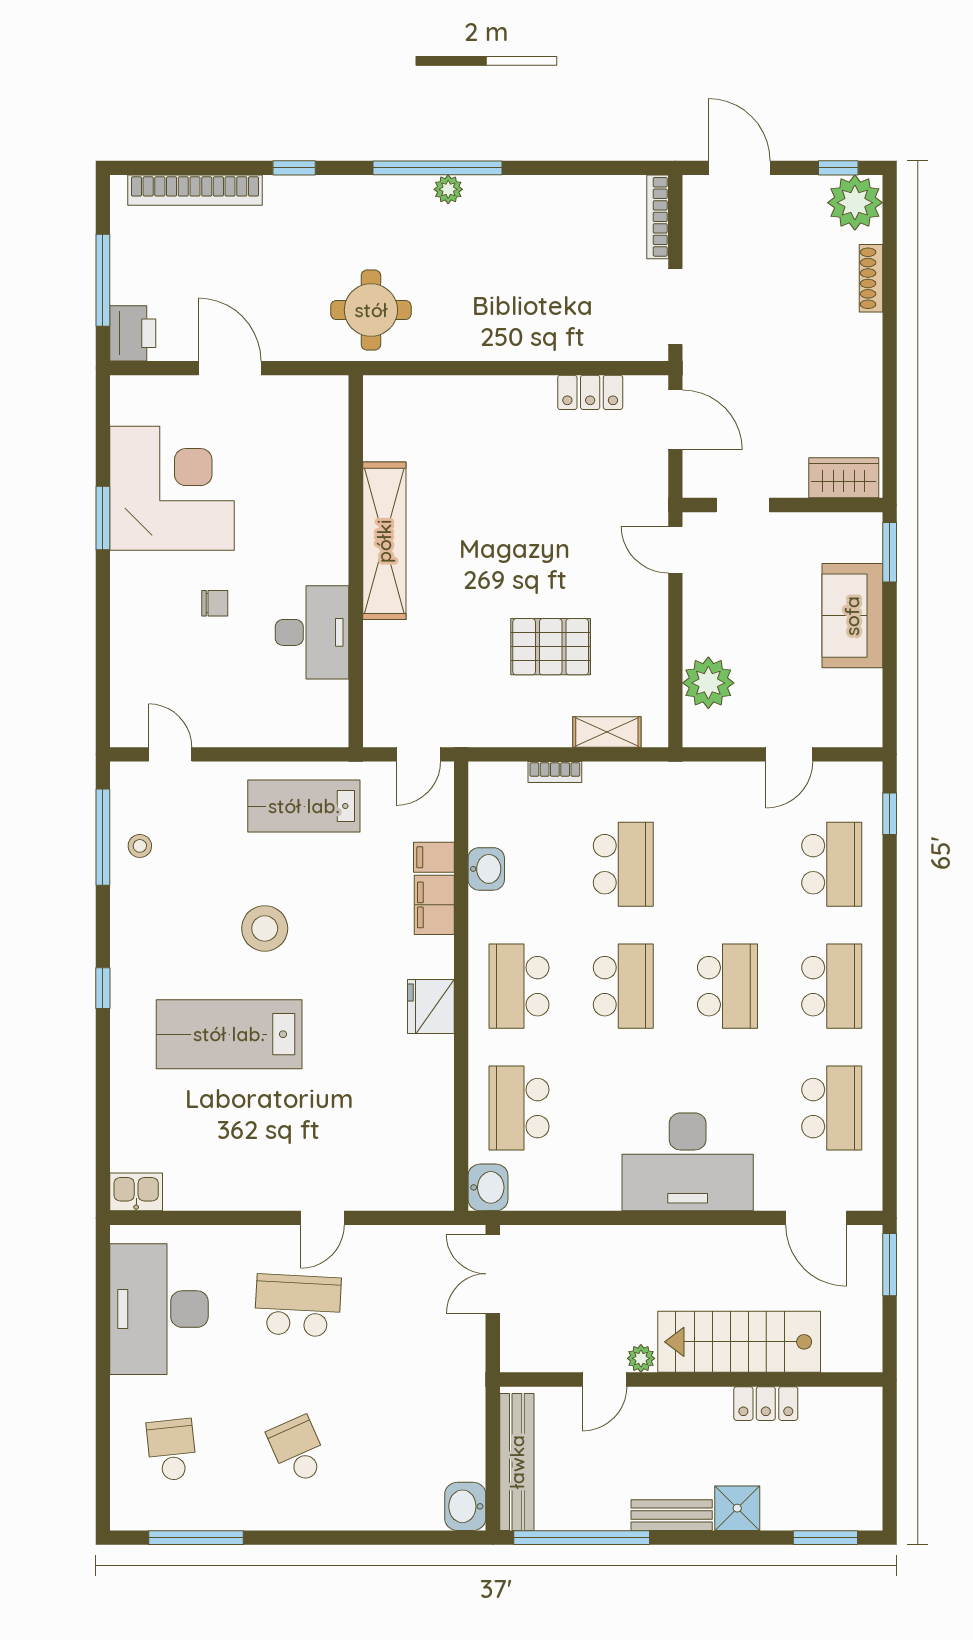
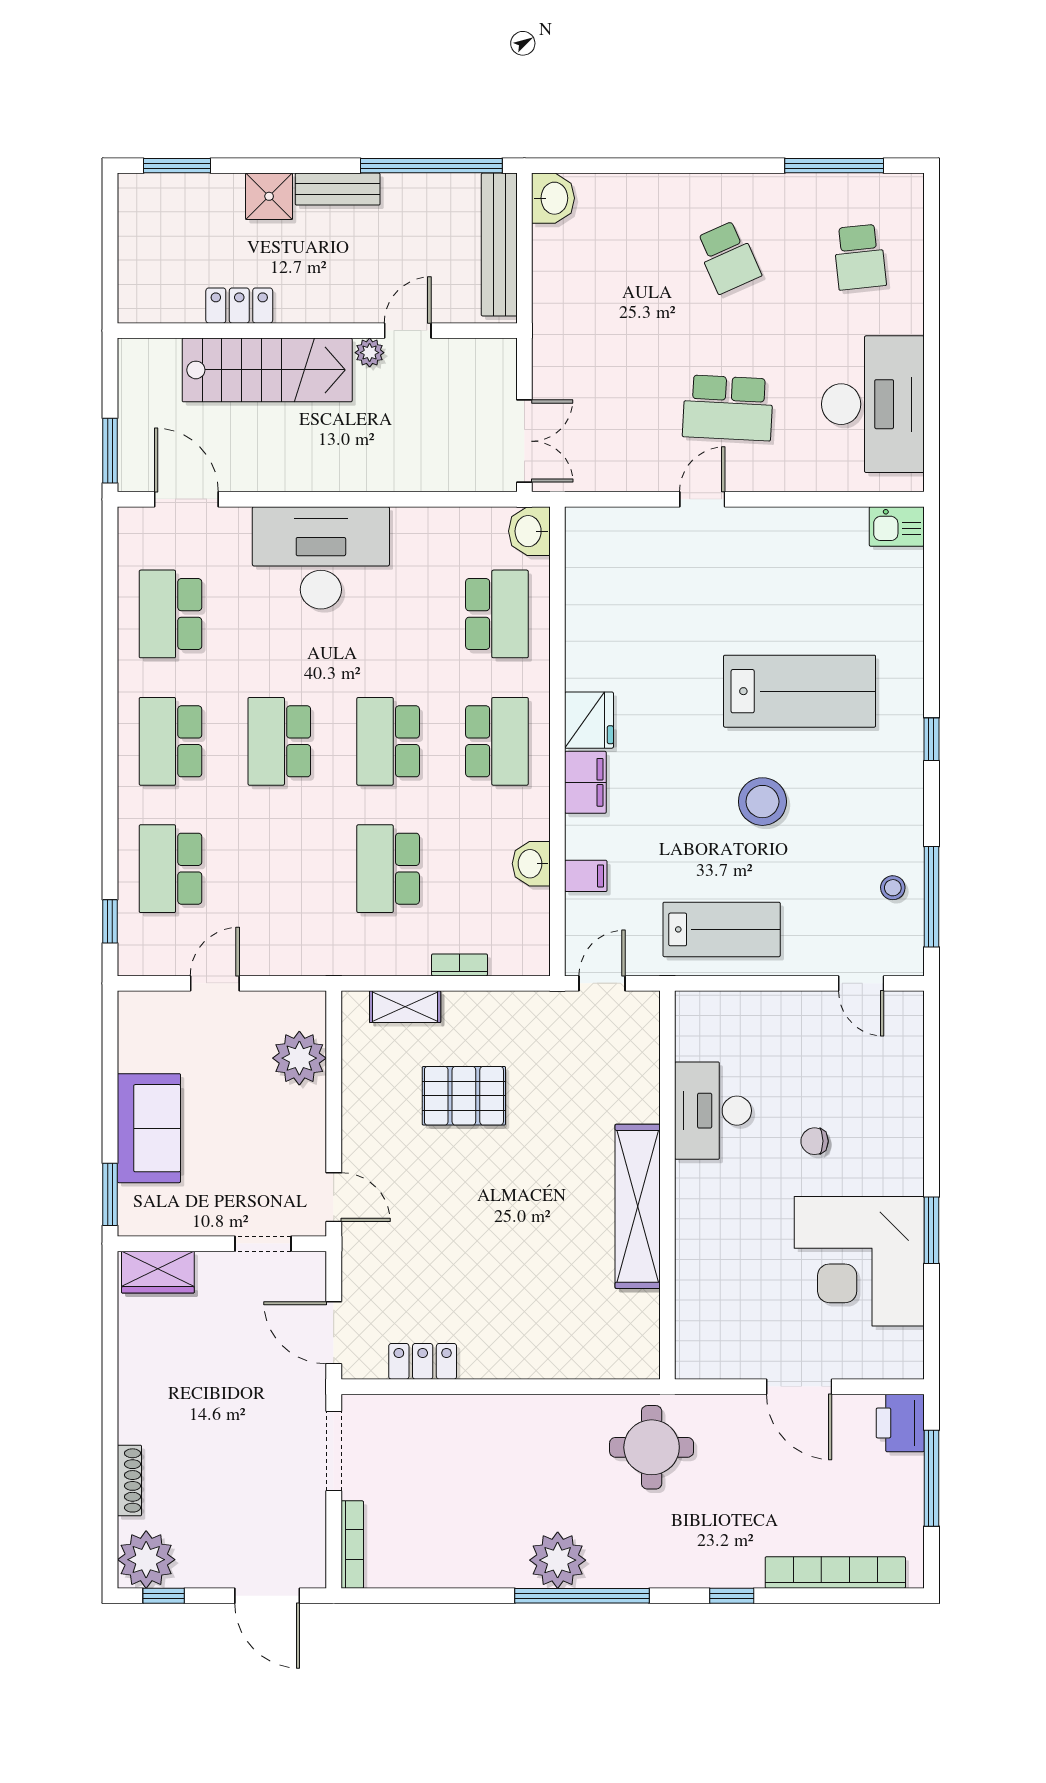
plant: (448, 189) -> (558, 1560), width x1.87, depth x1.87
filing cabinet: (434, 905) -> (585, 782), moved

